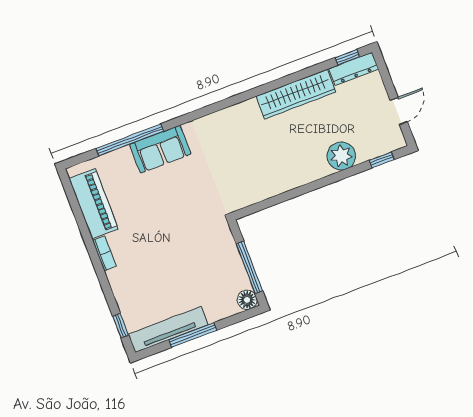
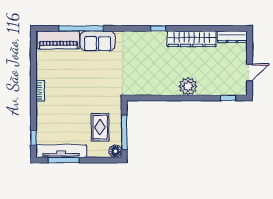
window: (347, 57) -> (158, 28), moved
plant: (341, 156) -> (188, 86), moved
piano: (94, 204) -> (58, 40), moved, turned 90
rug: (212, 273) -> (100, 127), added
window: (193, 335) -> (64, 160), moved

